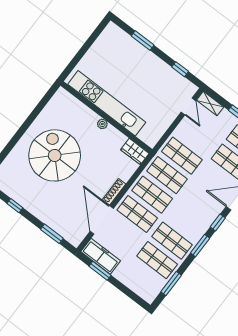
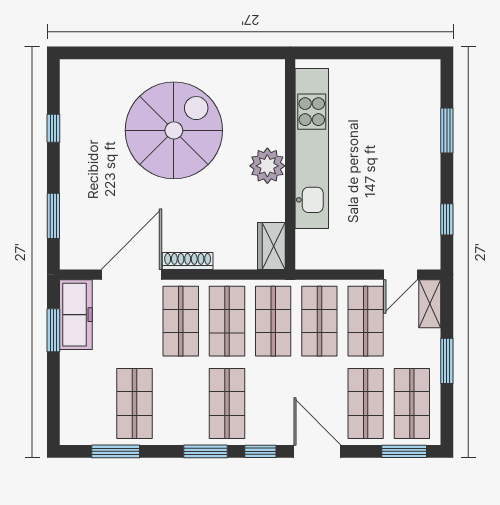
plant: (102, 124) -> (267, 166), width x1.88, depth x1.88
shop shelf: (197, 136) -> (366, 321), added
shop shelf: (172, 241) -> (227, 404), moved

